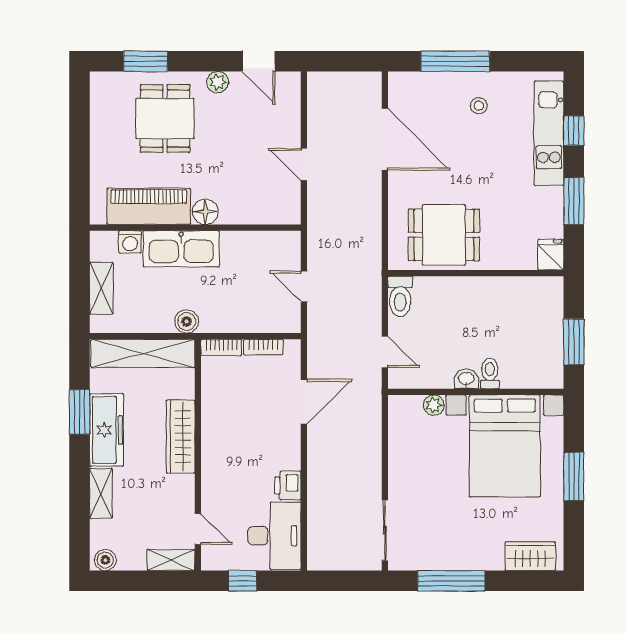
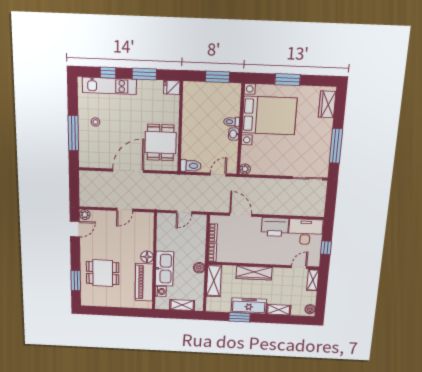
plant: (218, 82) -> (85, 215), moved
door: (385, 139) -> (128, 171), moved
shelving: (143, 353) -> (214, 281), width x0.68
plant: (434, 405) -> (245, 169), moved
printer: (288, 485) -> (275, 227), width x1.87, depth x1.48

